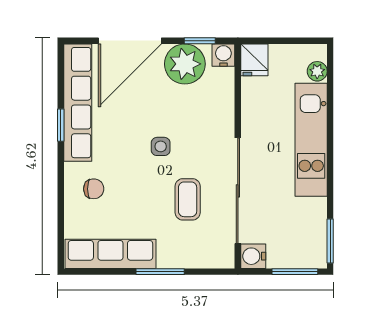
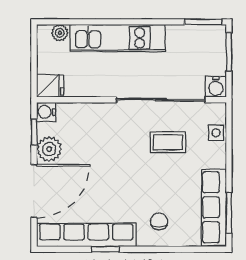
door: (130, 41) -> (34, 191), hinge flipped
plant: (185, 64) -> (49, 149), width x0.73, depth x0.73
side table: (161, 146) -> (216, 133), moved
window: (160, 272) -> (229, 213), moved

